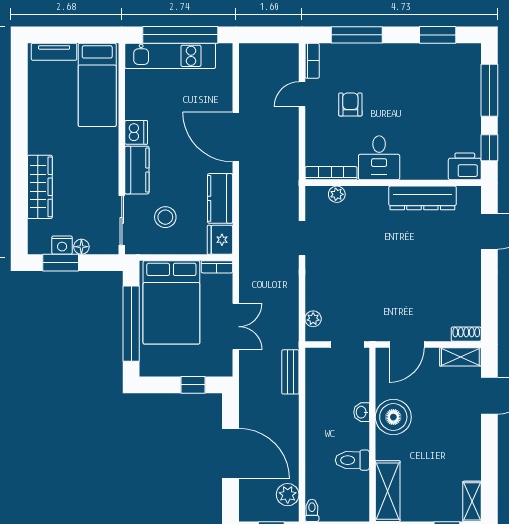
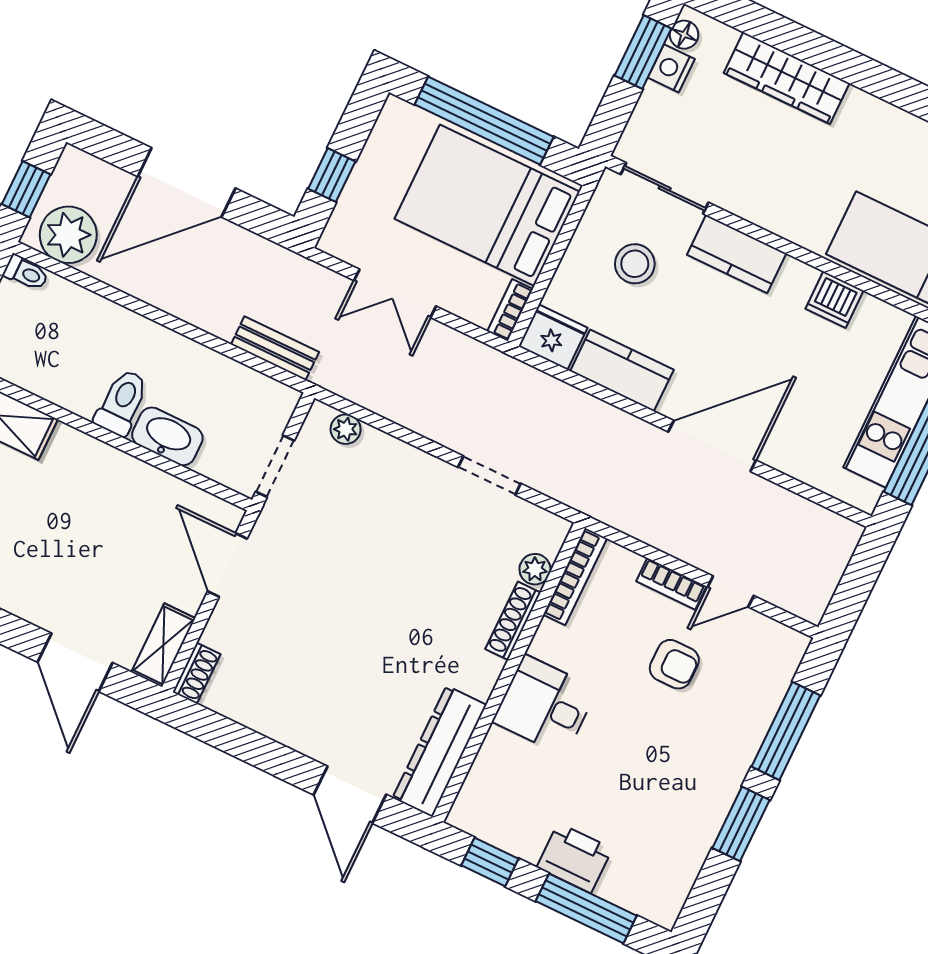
window: (438, 35) -> (741, 824), moved
bookcase: (312, 61) -> (671, 584), moved
door: (302, 94) -> (731, 592), swing flipped
dishwasher: (136, 132) -> (834, 300), moved
desk: (379, 158) -> (545, 705), moved
printer: (465, 166) -> (575, 858), moved, turned -90
shoe rack: (367, 193) -> (513, 621), added
dresser: (422, 198) -> (440, 751), moved
floor lamp: (81, 247) -> (684, 35), moved
washbasin: (362, 412) -> (167, 436), width x1.91, depth x1.45
boiler: (393, 417) -> (117, 484), removed
toilet: (352, 460) -> (122, 402), moved
plant: (288, 495) -> (68, 235), width x1.36, depth x1.36

